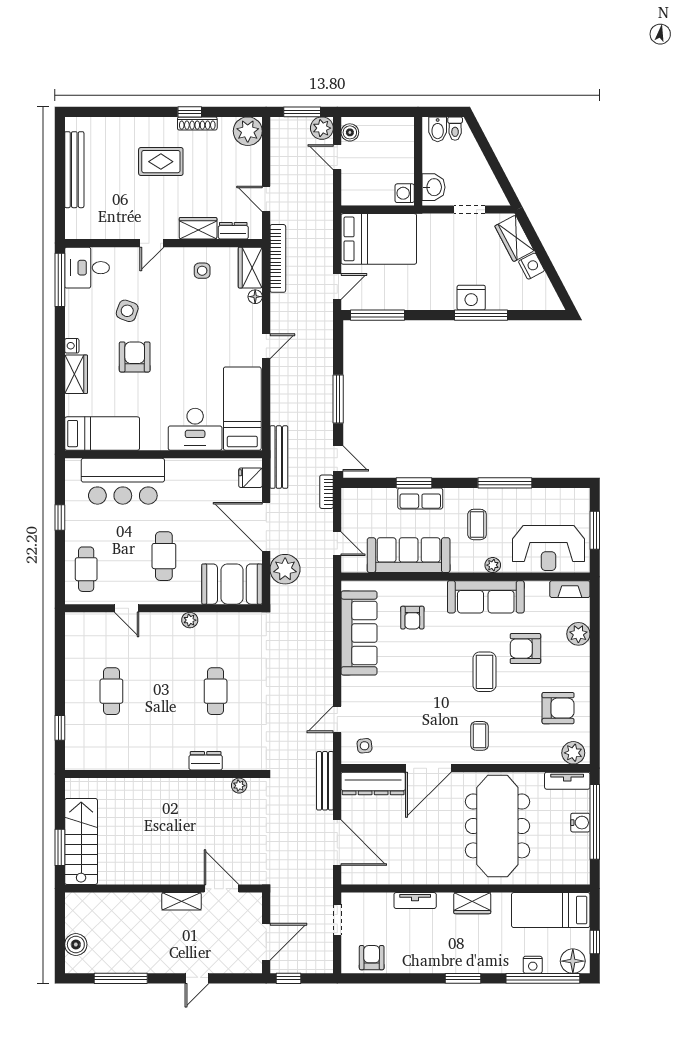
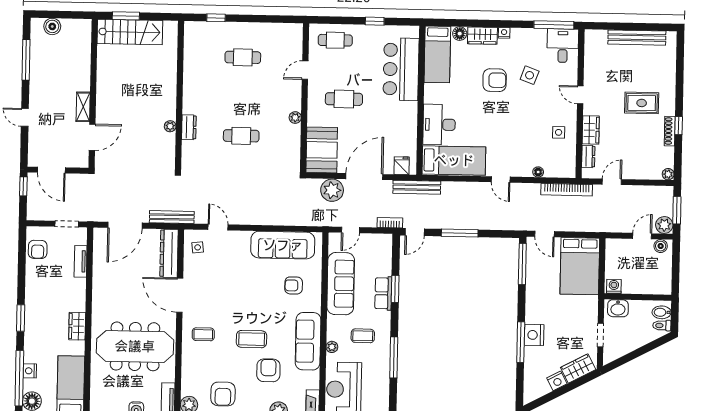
plant: (248, 131) -> (668, 174), width x0.53, depth x0.53
rug: (161, 162) -> (642, 103), turned 90
wardrobe: (250, 268) -> (560, 169), removed
floor lamp: (74, 404) -> (460, 34), added
plant: (239, 786) -> (170, 126), moved
tv unit: (415, 900) -> (81, 261), moved
armchair: (372, 958) -> (38, 249), turned 90

